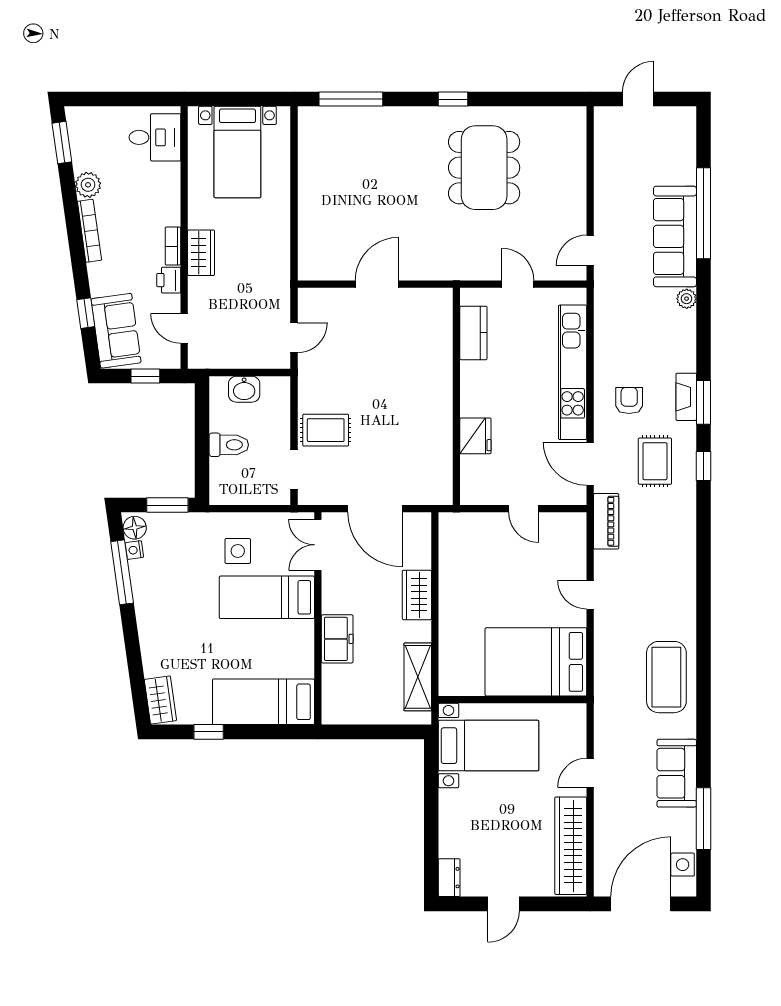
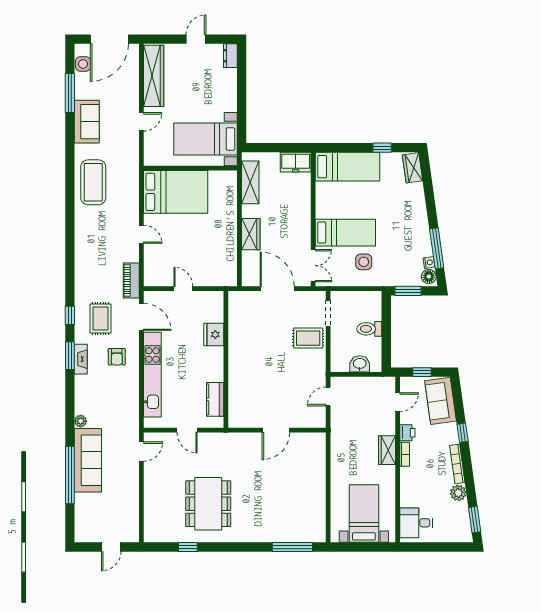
window: (453, 99) -> (188, 547), moved
window: (86, 313) -> (463, 433), moved
door: (184, 329) -> (398, 402), hinge flipped
freezer: (337, 639) -> (296, 162), moved, turned -90

